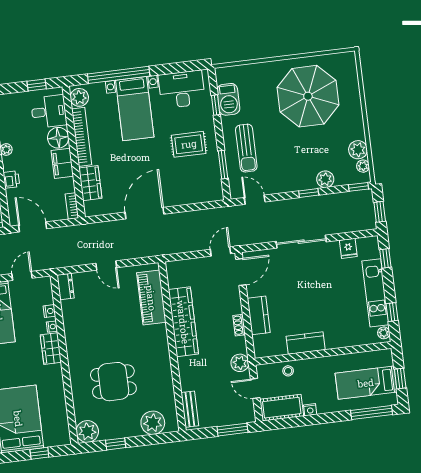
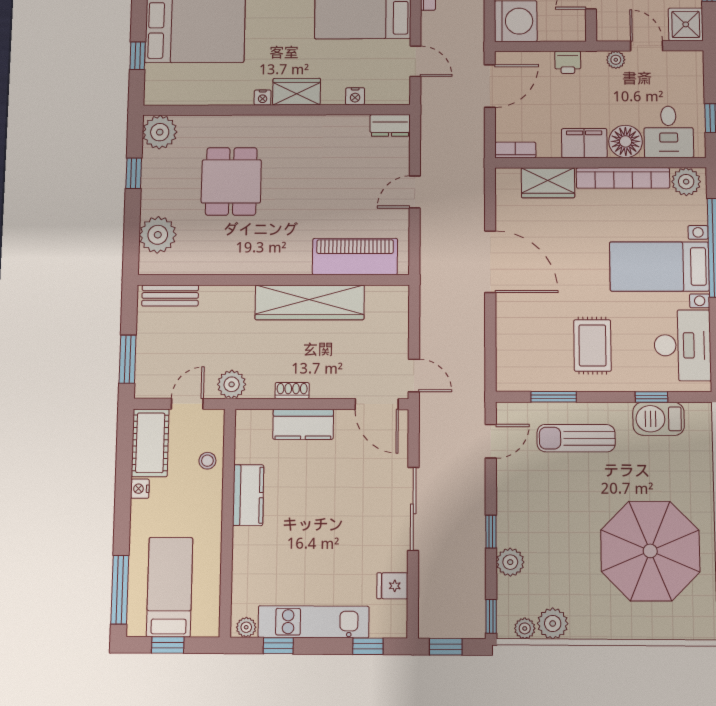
nightstand: (52, 327) -> (263, 98), moved

